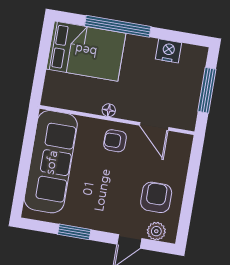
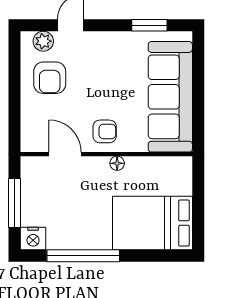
window: (118, 26) -> (83, 256), moved
nightstand: (169, 51) -> (33, 239), moved
window: (74, 232) -> (149, 25), moved

